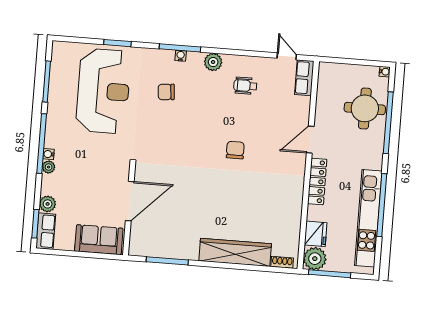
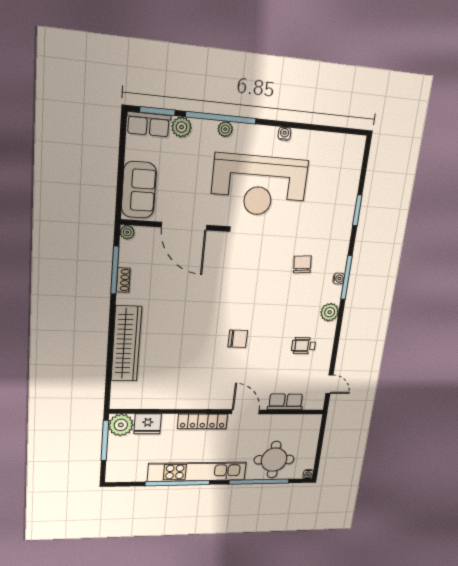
door: (287, 56) -> (329, 384), hinge flipped
row of seats: (304, 78) -> (286, 402), moved
window: (47, 82) -> (322, 128), removed
wheelchair: (245, 86) -> (303, 346), turned -90
reception desk: (103, 91) -> (259, 186), moved
window: (42, 144) -> (221, 118), moved
water cooler: (49, 154) -> (284, 134), moved
kitchen unit: (368, 218) -> (197, 472), moved
plant: (134, 250) -> (127, 232), added
shoe rack: (282, 262) -> (123, 280), moved

